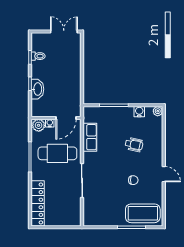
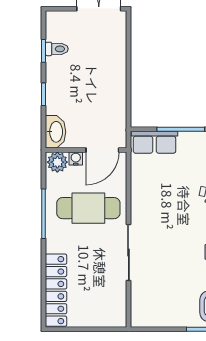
washbasin: (37, 89) -> (56, 132), moved
row of seats: (90, 137) -> (155, 142), moved, turned 90

